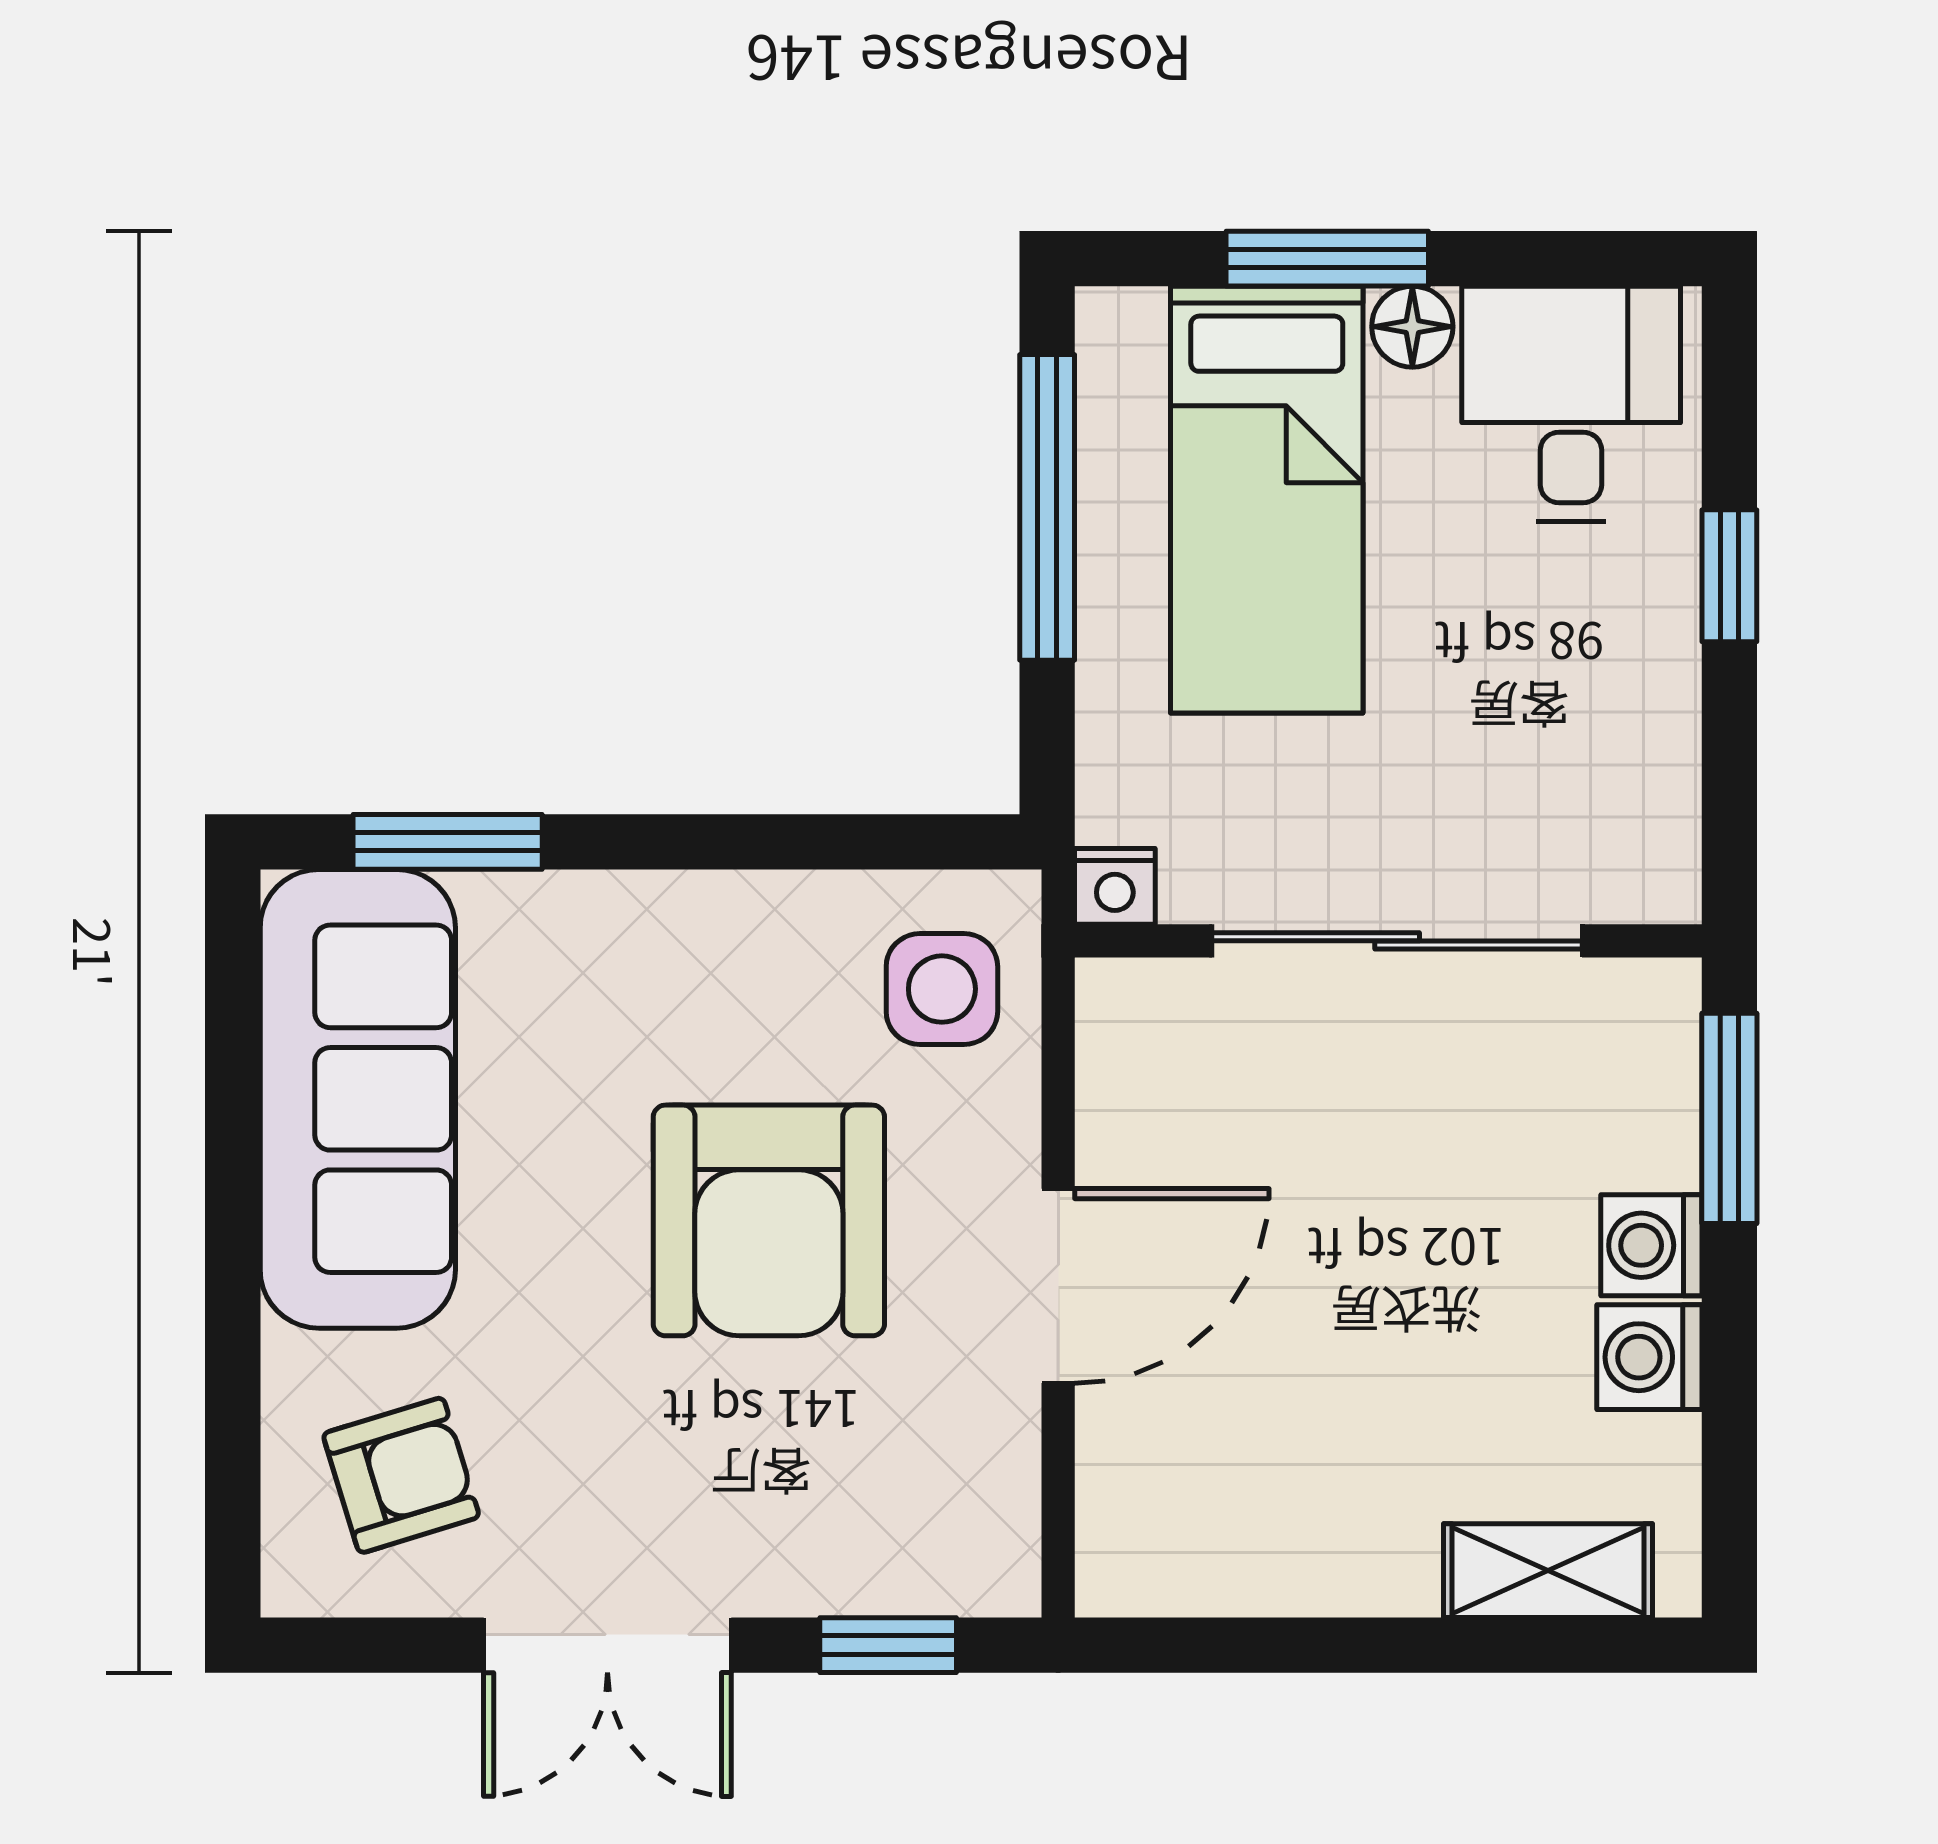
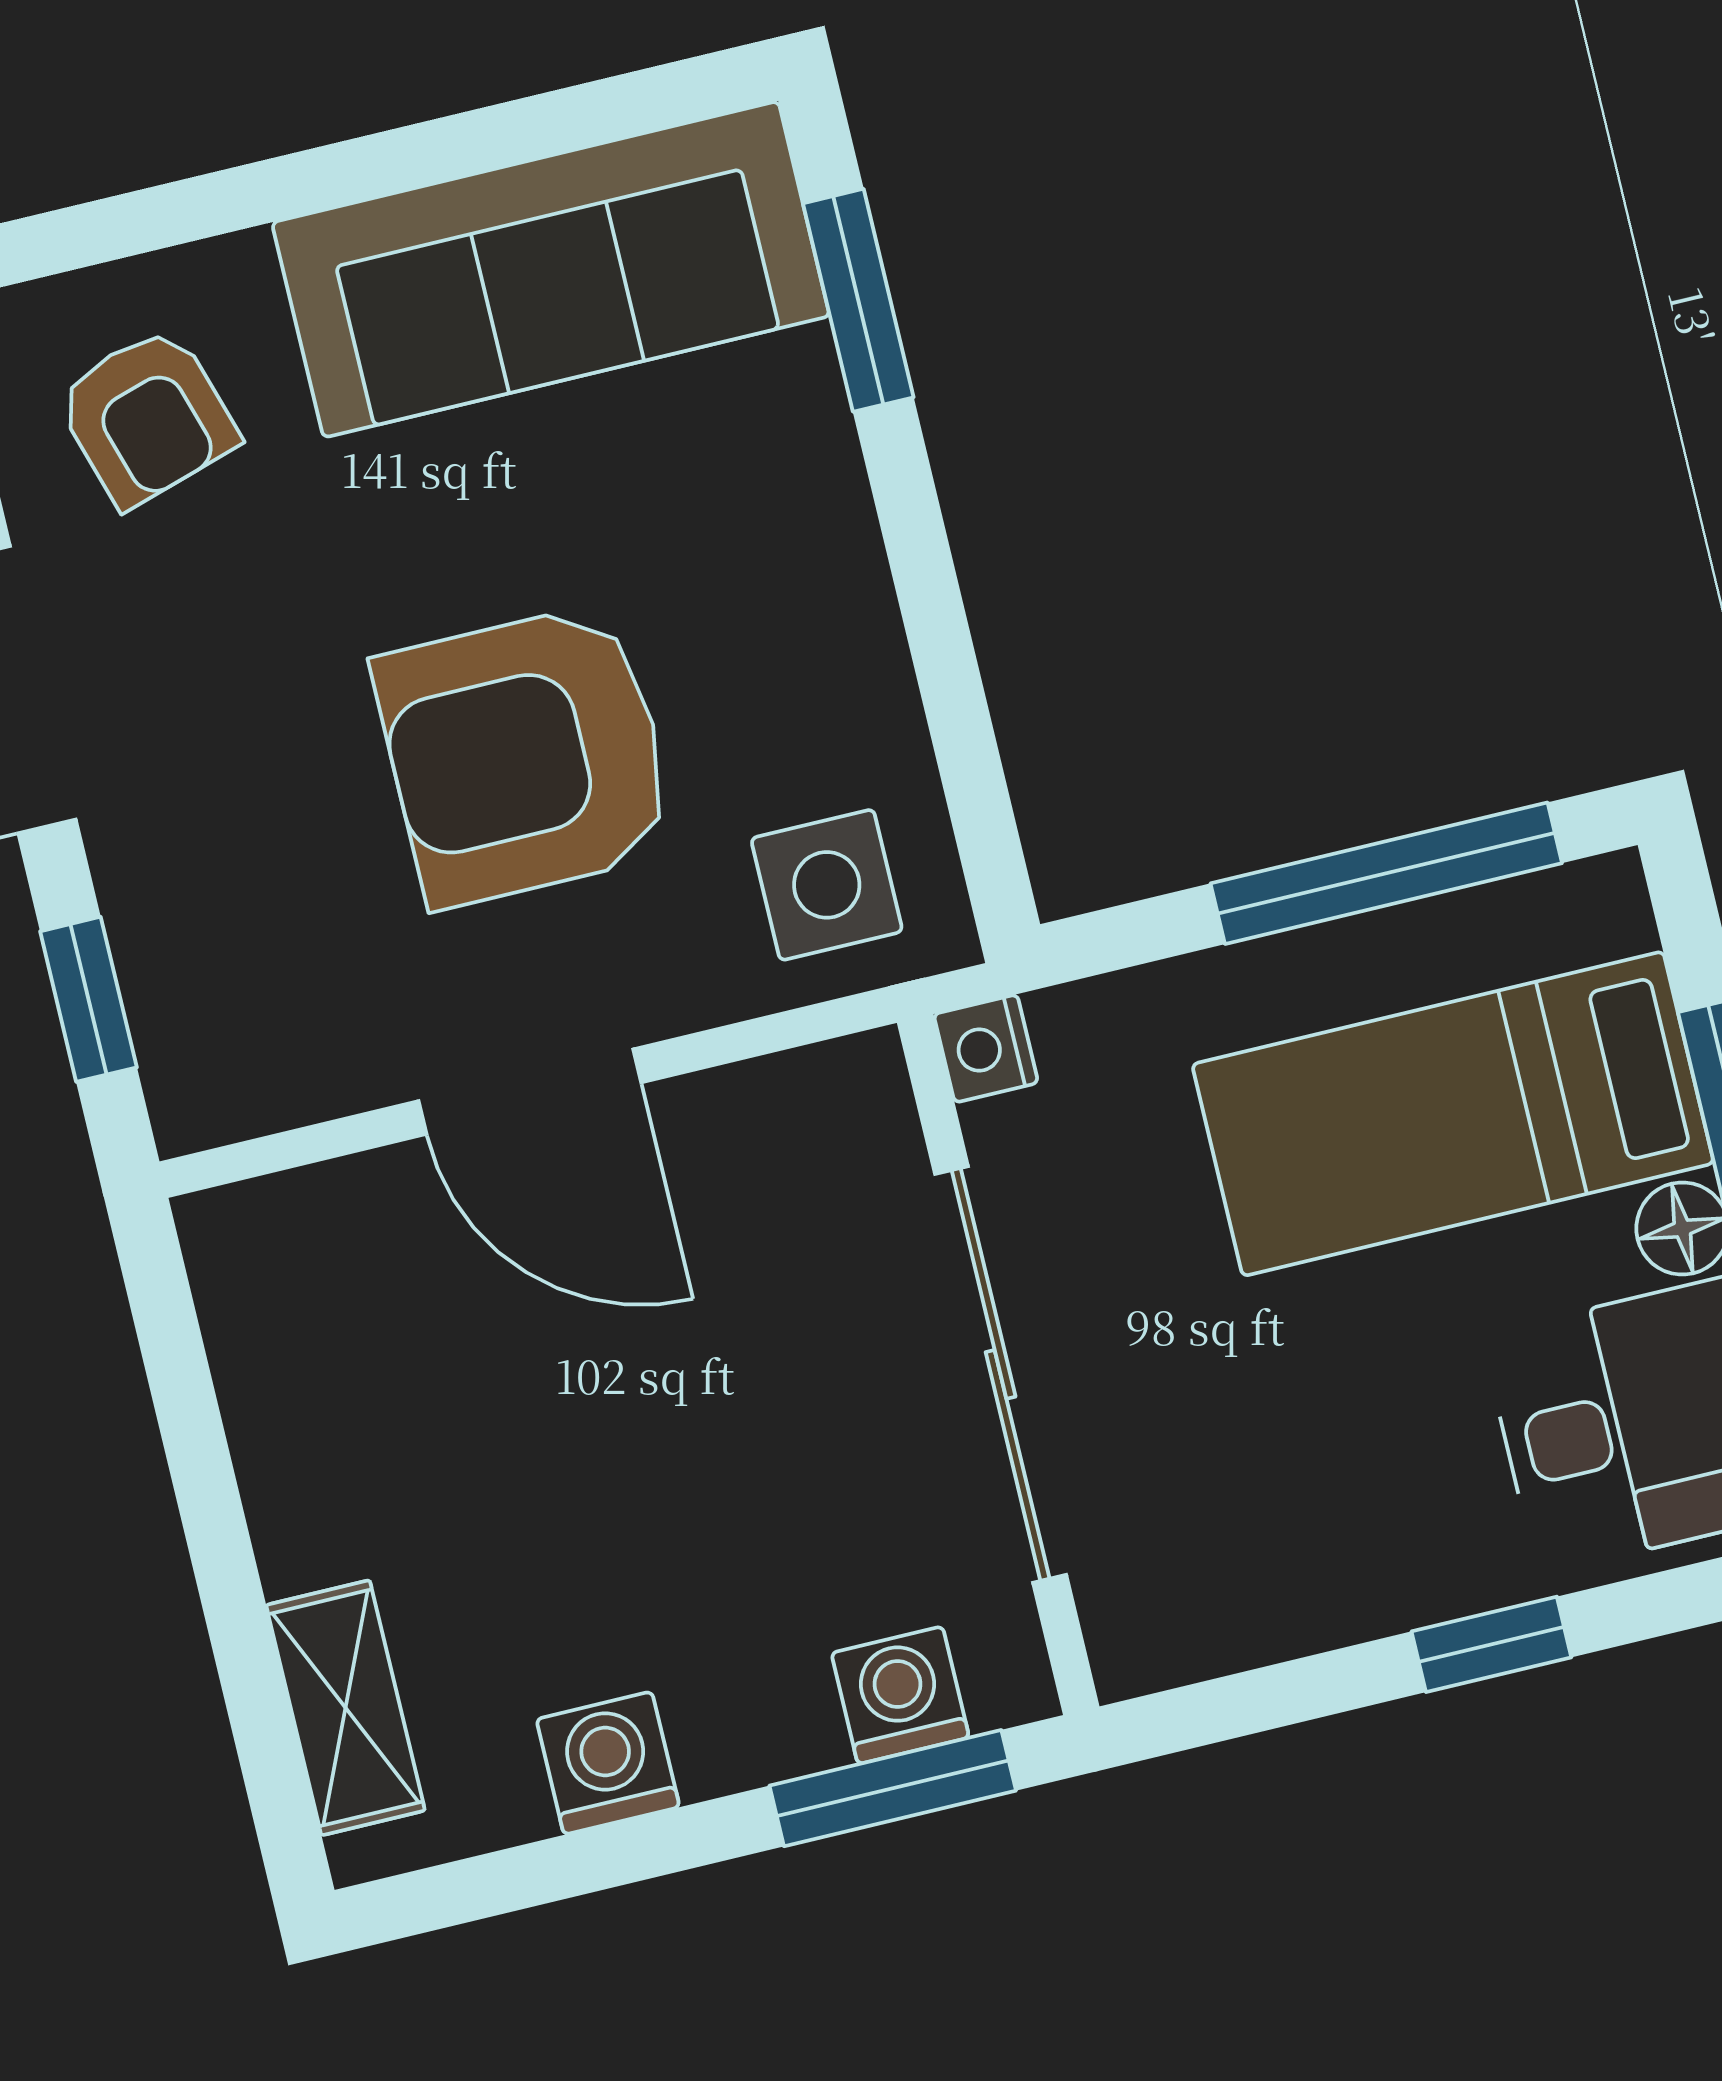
washing machine: (1651, 1245) -> (900, 1695), moved

